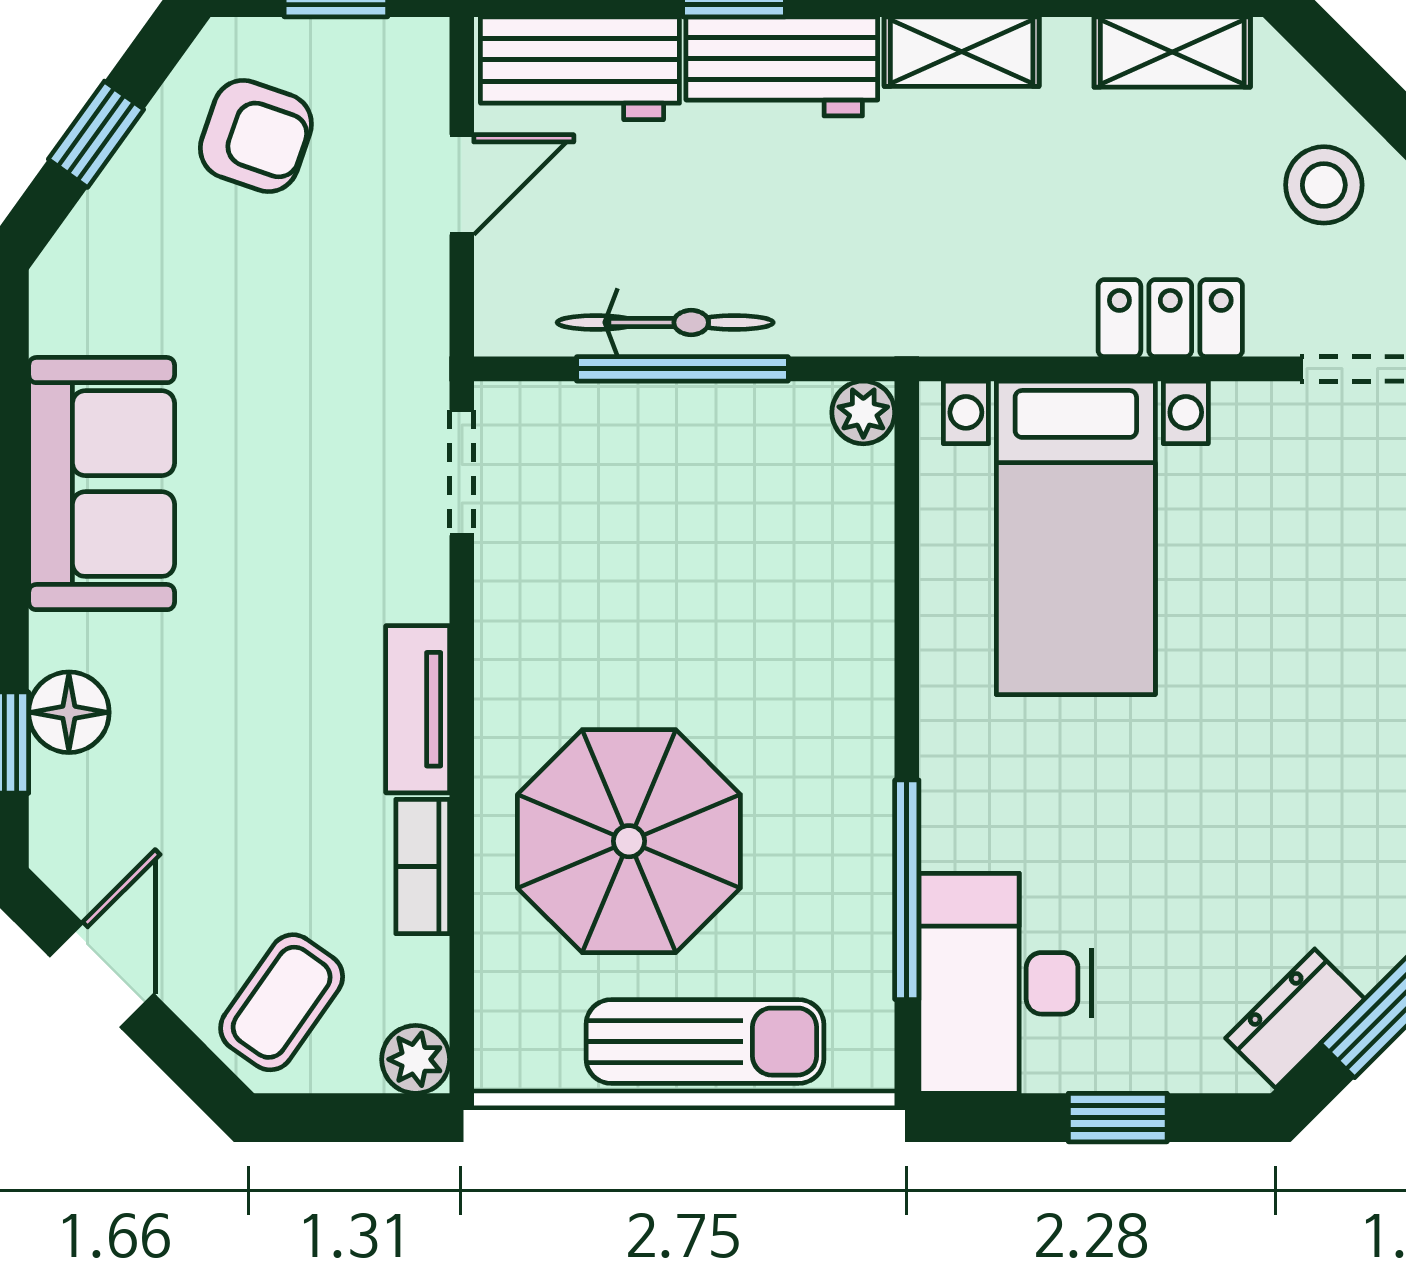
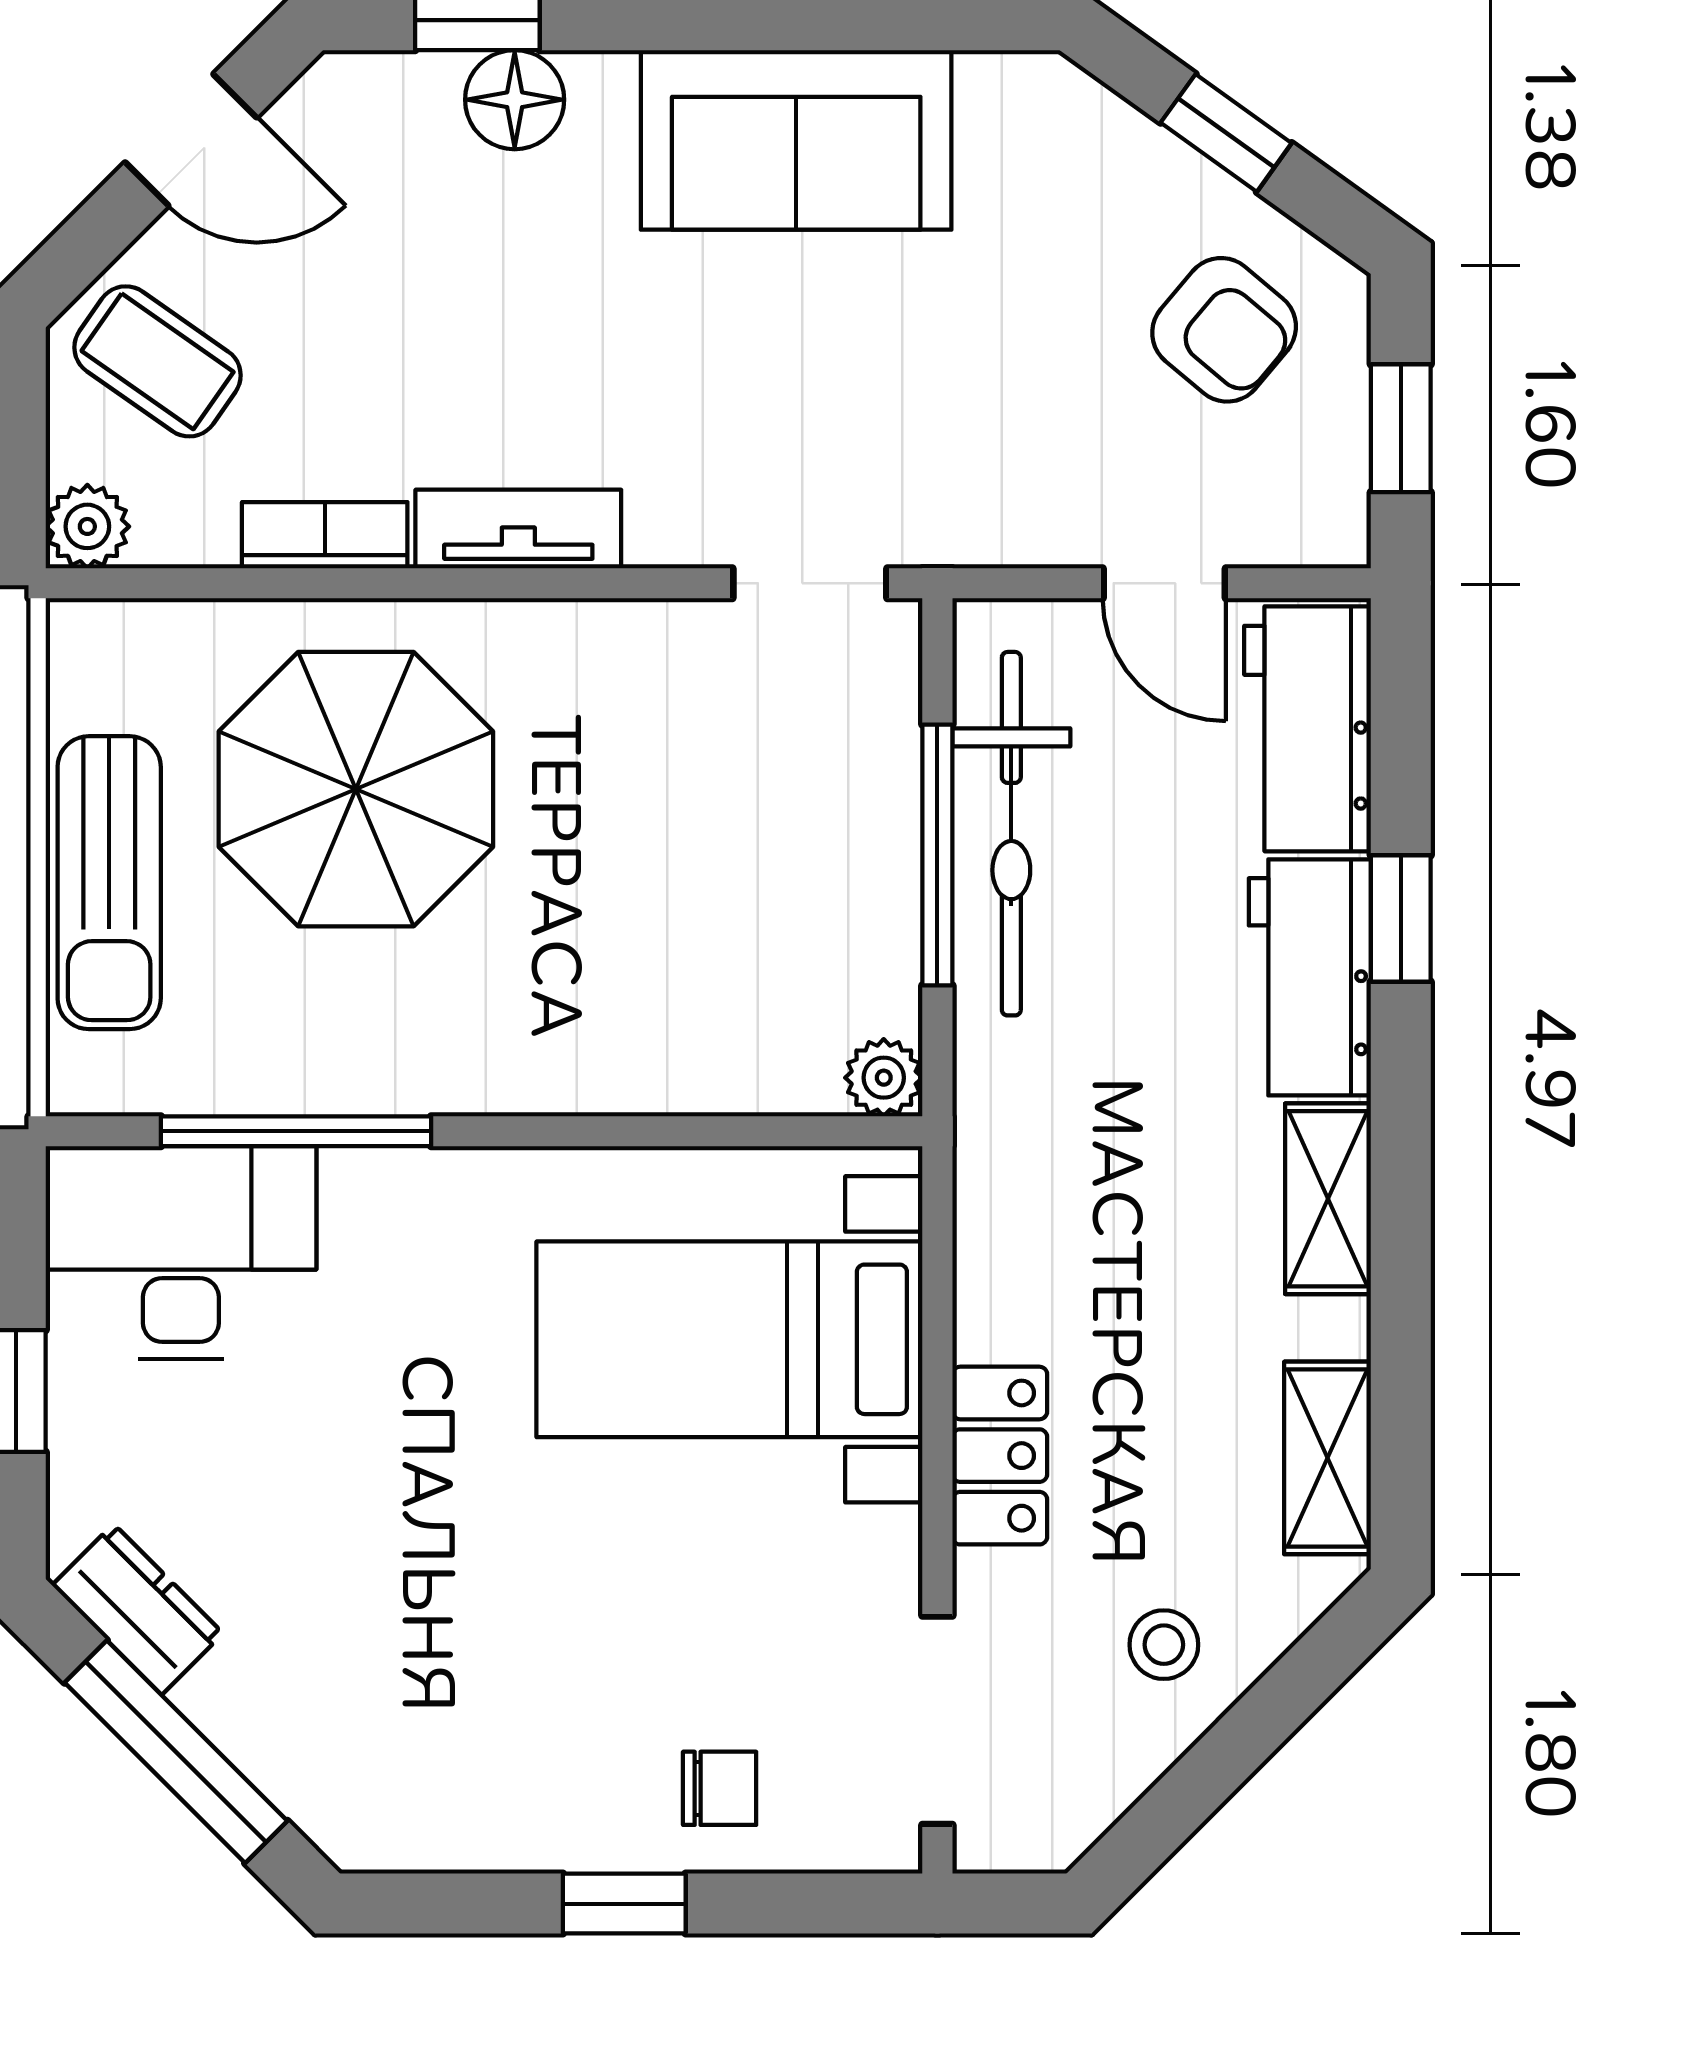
armchair: (256, 136) -> (1224, 330), turned -69
stool: (1324, 185) -> (1164, 1645), width x0.73, depth x0.73
bicycle: (665, 322) -> (1011, 834), width x1.37, depth x1.40

